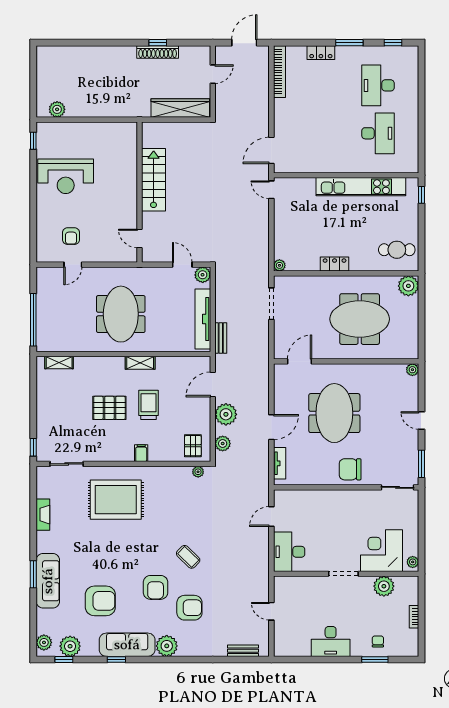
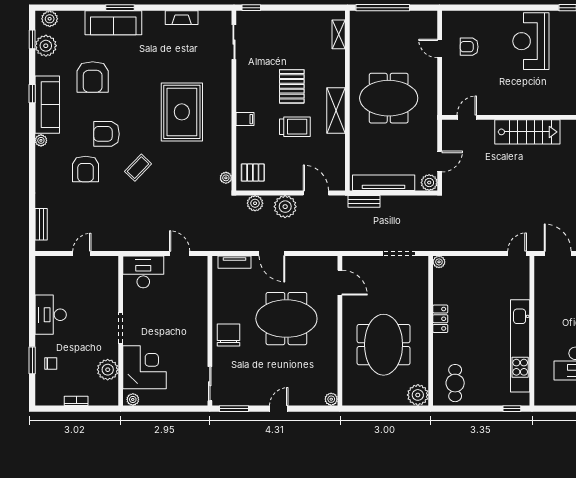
shelving: (140, 363) -> (336, 110), width x1.50, depth x1.33
rug: (116, 500) -> (182, 112), moved
plant: (167, 646) -> (41, 140), width x0.53, depth x0.53

